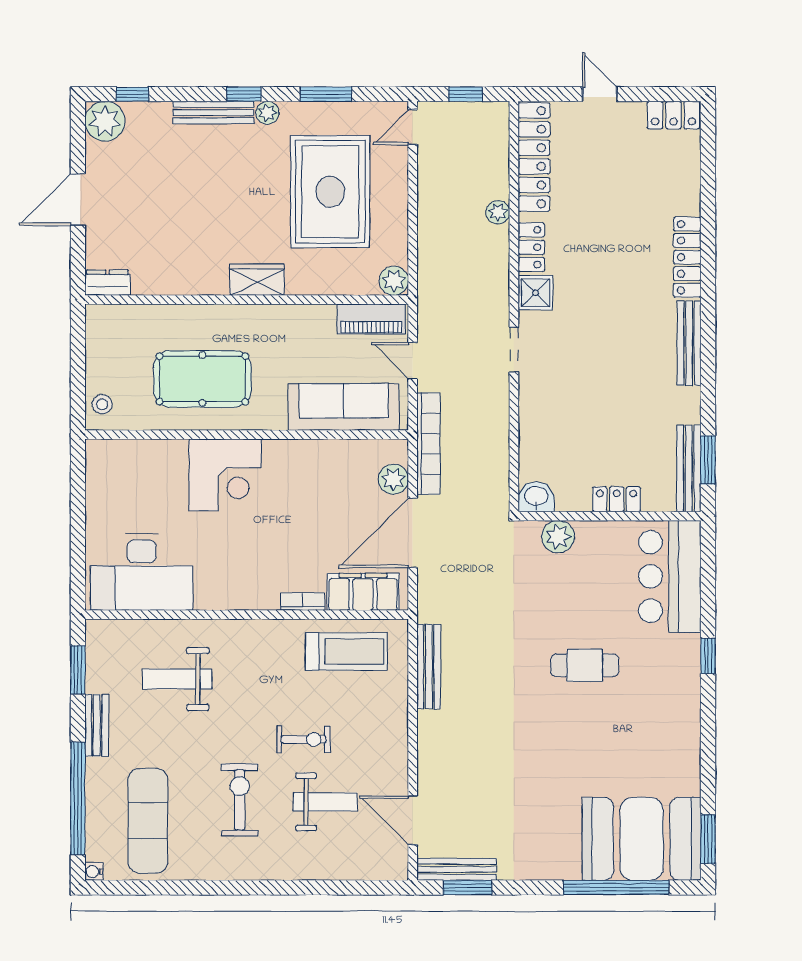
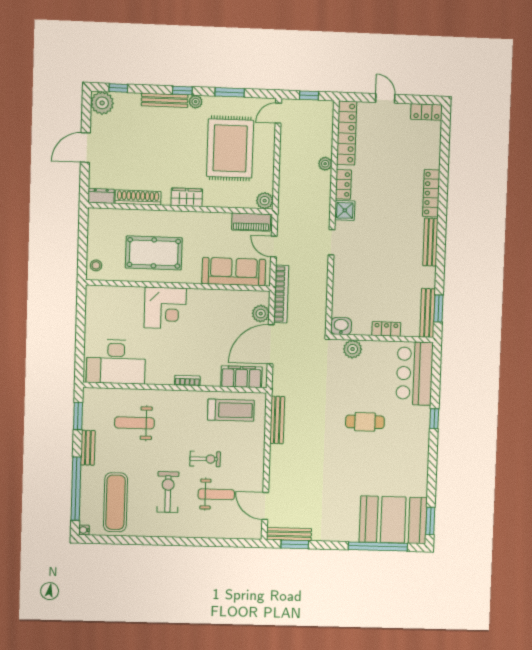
shoe rack: (172, 283) -> (138, 197), added
bookcase: (303, 602) -> (187, 381), moved

